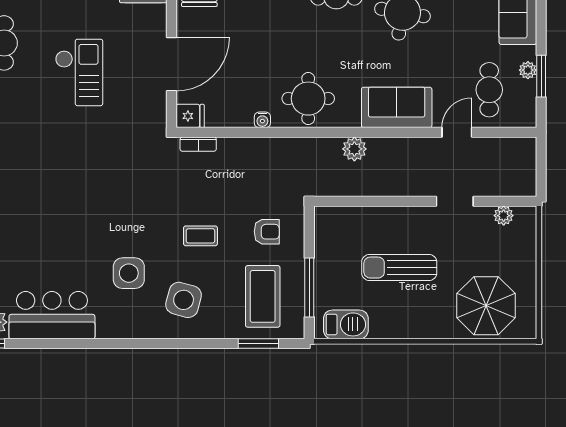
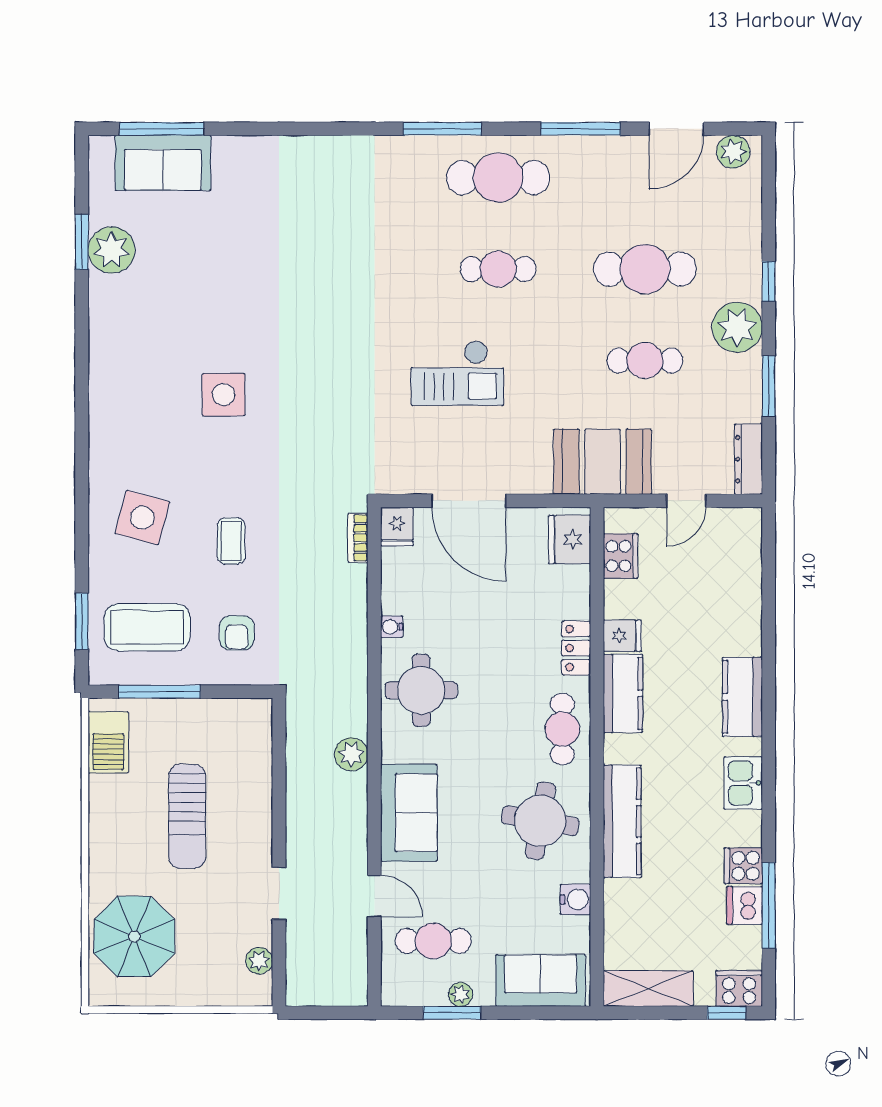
sun lounger: (399, 268) -> (187, 816), turned 180
side table: (129, 273) -> (224, 395), moved
bar counter: (52, 315) -> (121, 335), removed

